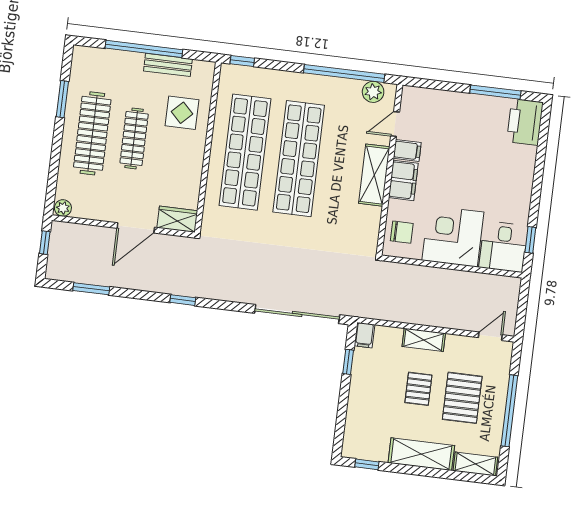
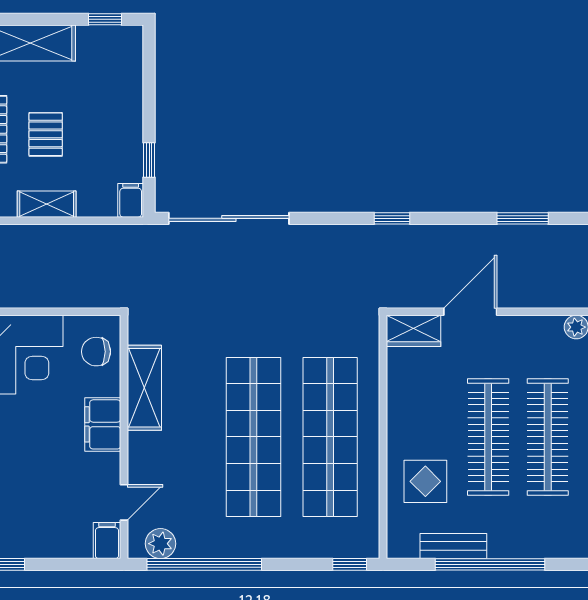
clothes rail: (134, 138) -> (488, 437), width x1.37, depth x1.31
filing cabinet: (407, 150) -> (107, 541), moved, turned 90
shelving: (374, 175) -> (144, 388), moved

